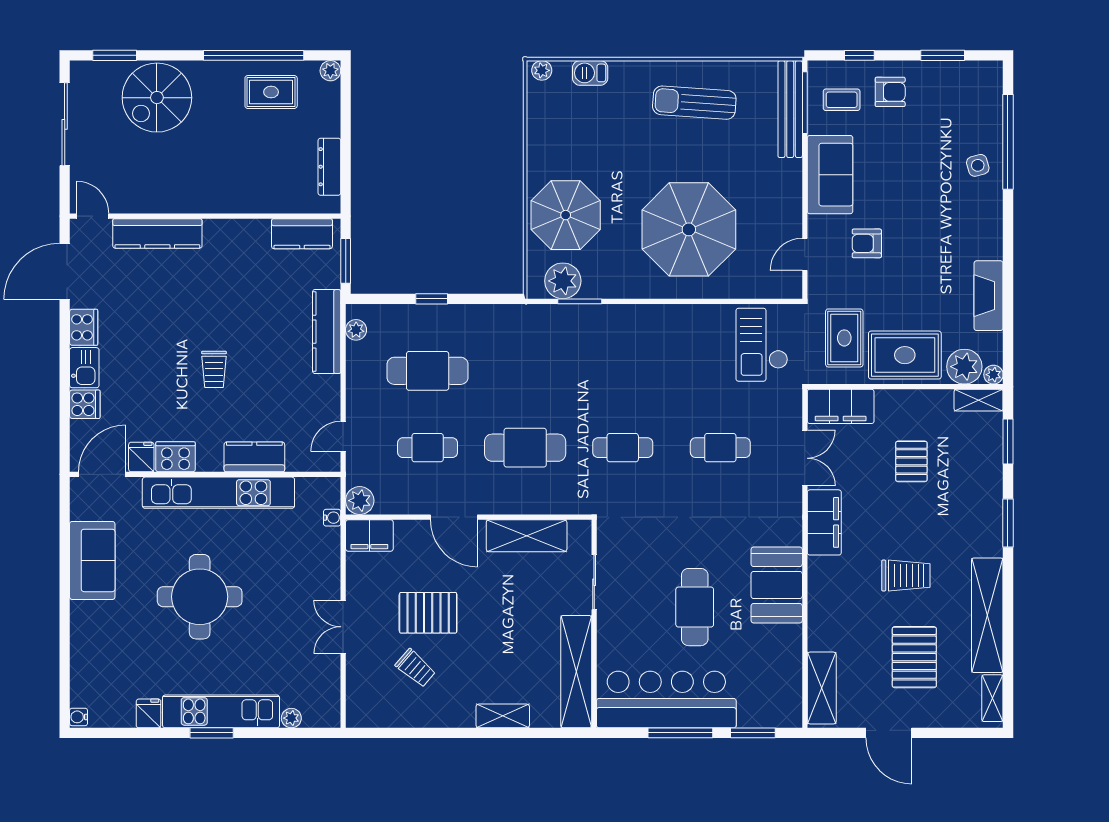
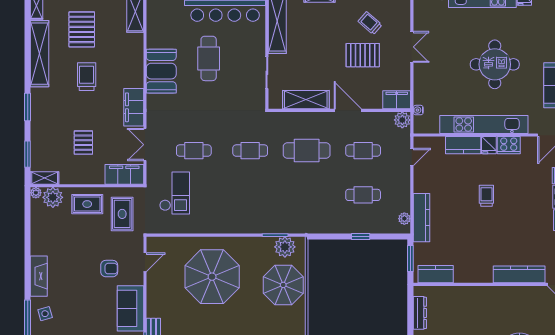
fireplace: (989, 296) -> (39, 276), moved
checkout: (762, 345) -> (175, 193), moved
rug: (905, 355) -> (87, 204), width x0.73, depth x0.70
cafe table: (428, 371) -> (363, 195), width x0.73, depth x0.74
fridge: (141, 457) -> (489, 145), moved
trolley: (906, 576) -> (87, 77), turned 90

